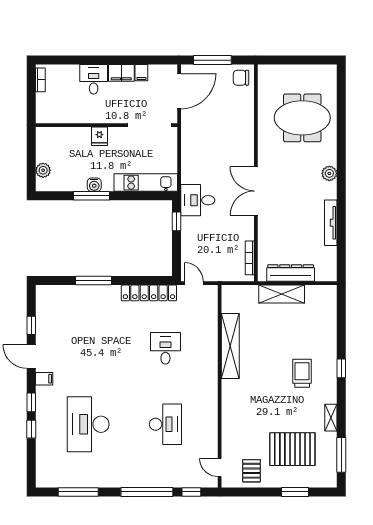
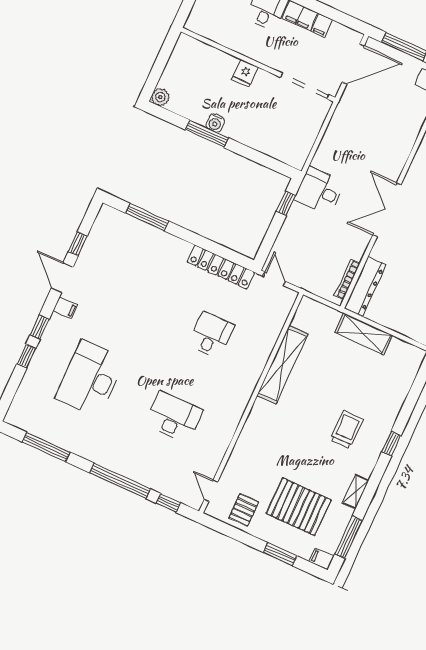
plant: (43, 170) -> (160, 97), moved
kitchen unit: (146, 183) -> (272, 146), removed
dresser: (291, 273) -> (365, 286), moved, turned 90
window: (93, 281) -> (147, 217), moved
desk: (165, 424) -> (174, 417), turned -90
filing cabinet: (328, 481) -> (322, 559), added

